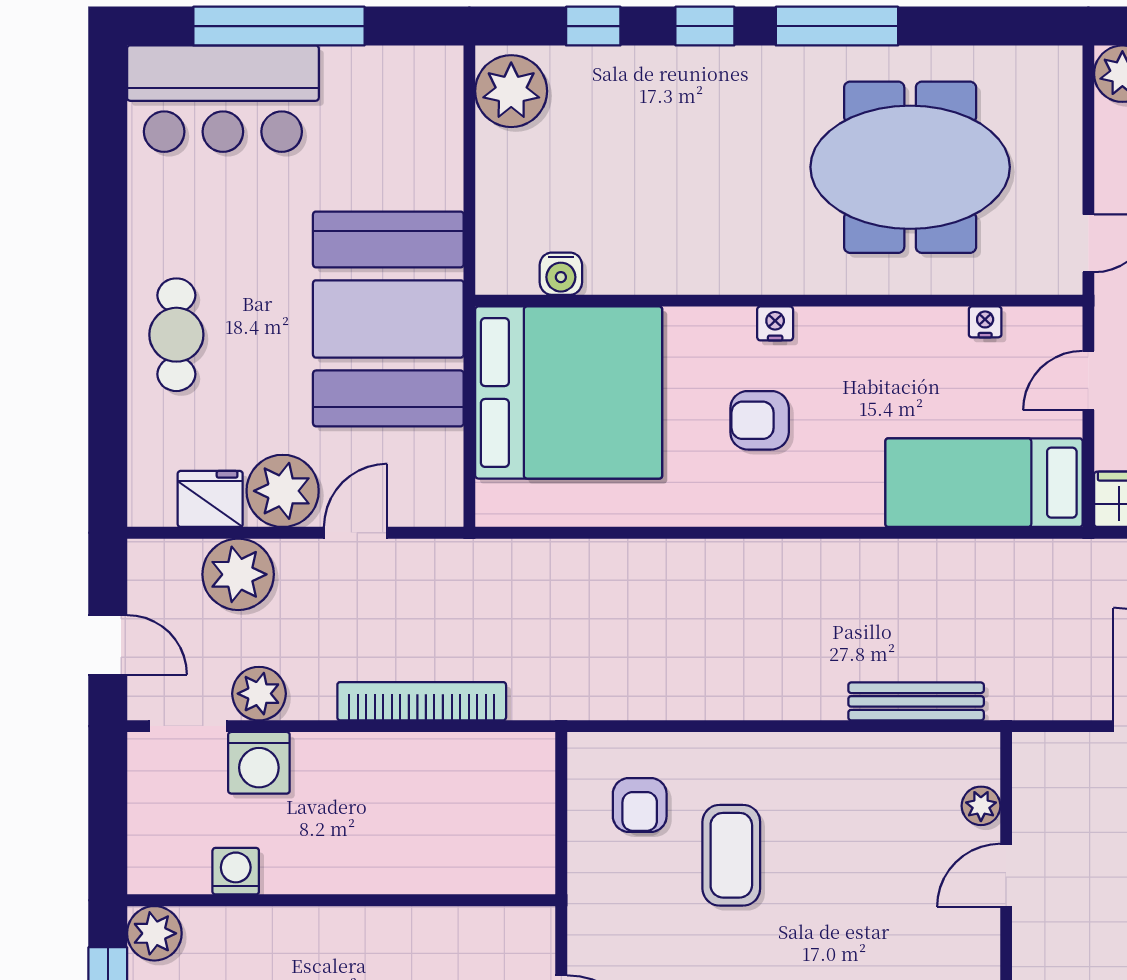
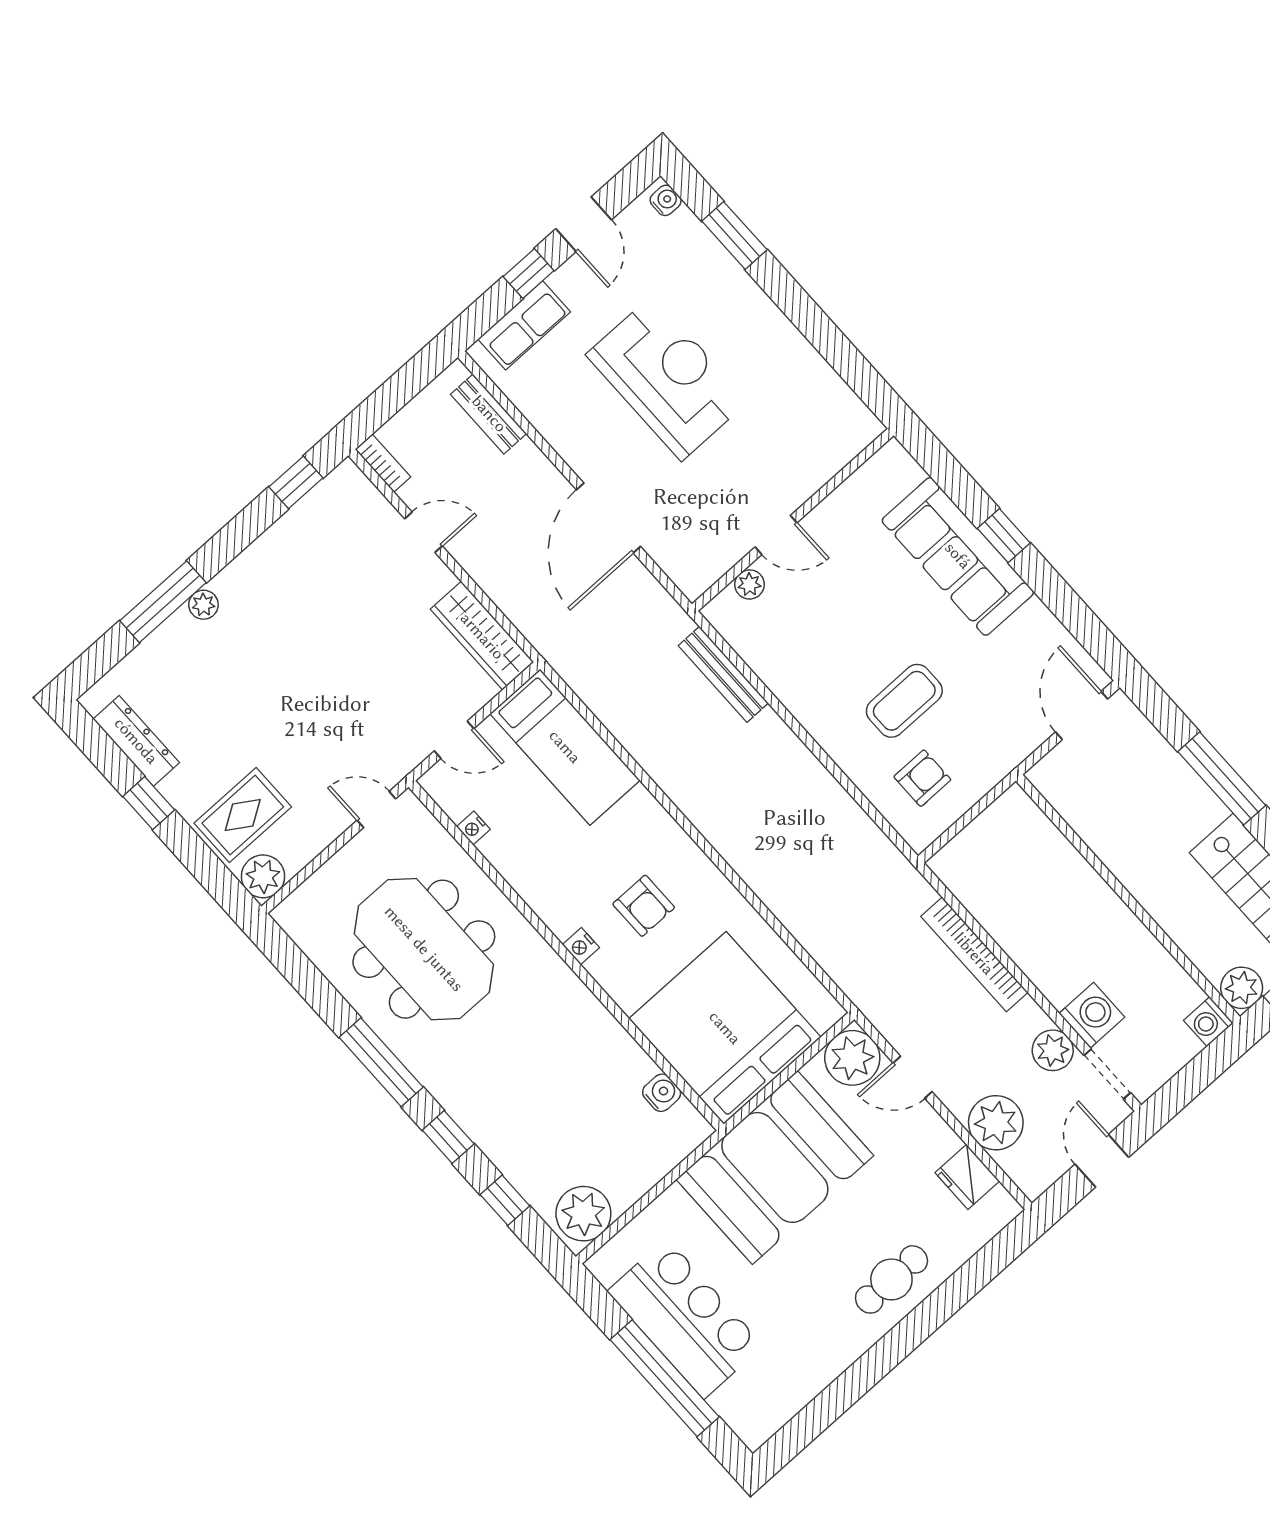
bar counter: (223, 99) -> (685, 1319), moved
plant: (283, 491) -> (852, 1058), moved
washing machine: (236, 871) -> (1208, 1022), moved

